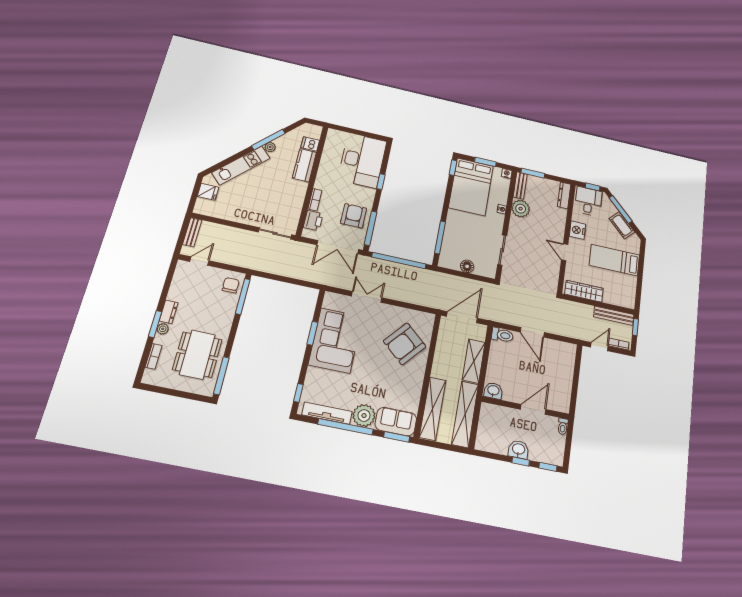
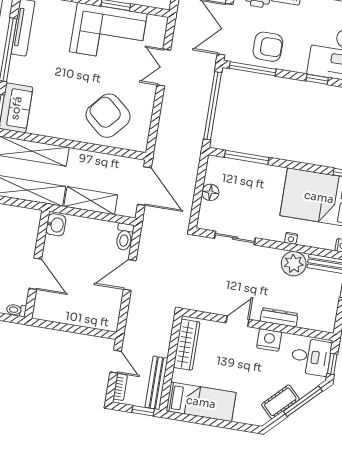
dresser: (564, 195) -> (279, 317), moved
bed: (614, 260) -> (201, 402), moved, turned 90
double door: (367, 297) -> (164, 68), swing flipped
plant: (364, 416) -> (22, 70), removed

